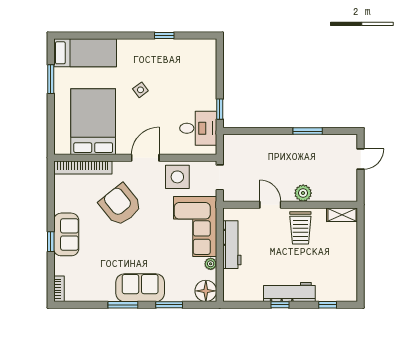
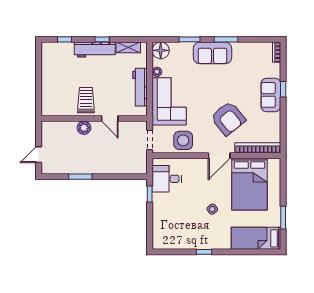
window: (164, 36) -> (204, 252), moved
door: (145, 158) -> (219, 156), moved
shelving: (342, 215) -> (128, 47), moved

